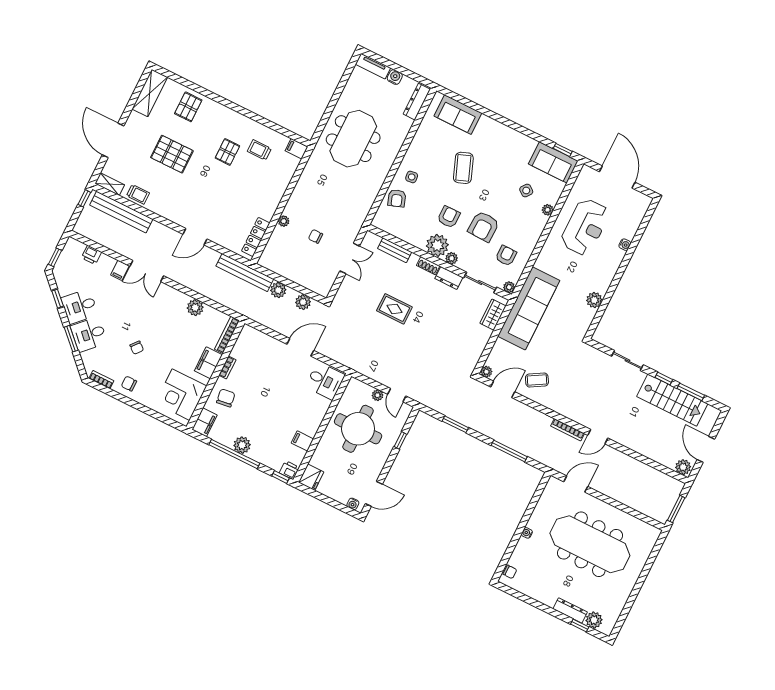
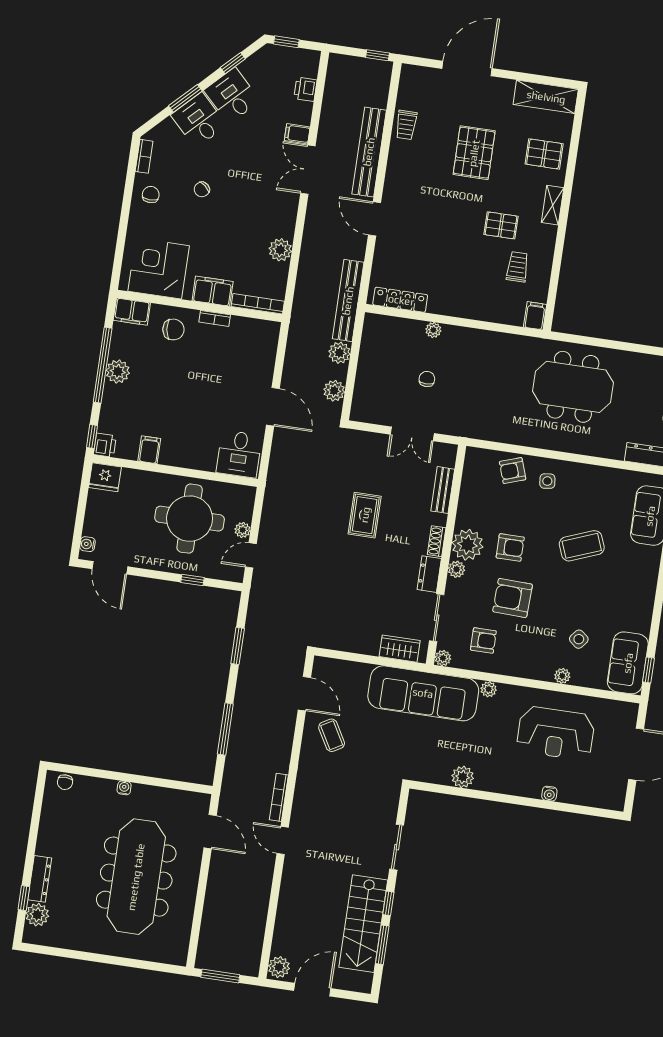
shelving: (110, 184) -> (553, 205), moved
bench: (121, 212) -> (369, 152), moved
plant: (486, 372) -> (489, 689), moved

